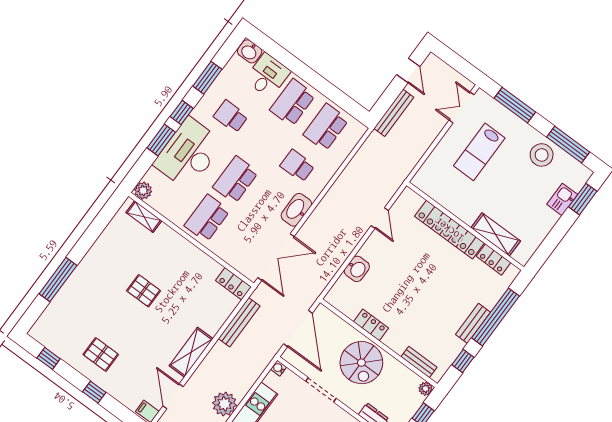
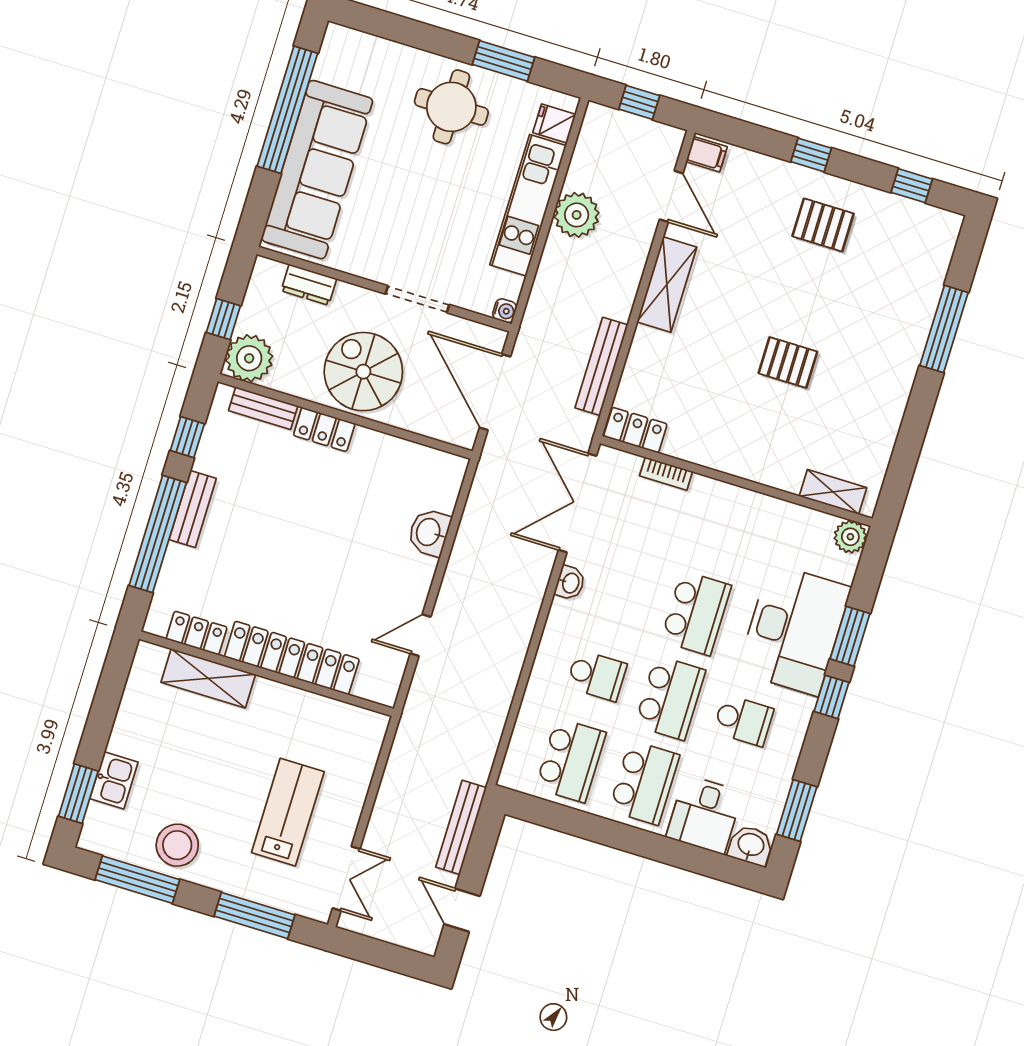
window: (207, 78) -> (797, 810), moved
washbasin: (296, 210) -> (570, 583), width x0.52, depth x0.69
school desk: (207, 218) -> (670, 698), moved
door: (380, 218) -> (421, 635), hinge flipped
bookcase: (226, 256) -> (666, 474), added
locker: (371, 325) -> (324, 429), moved
plant: (426, 389) -> (249, 358), width x1.88, depth x1.88

